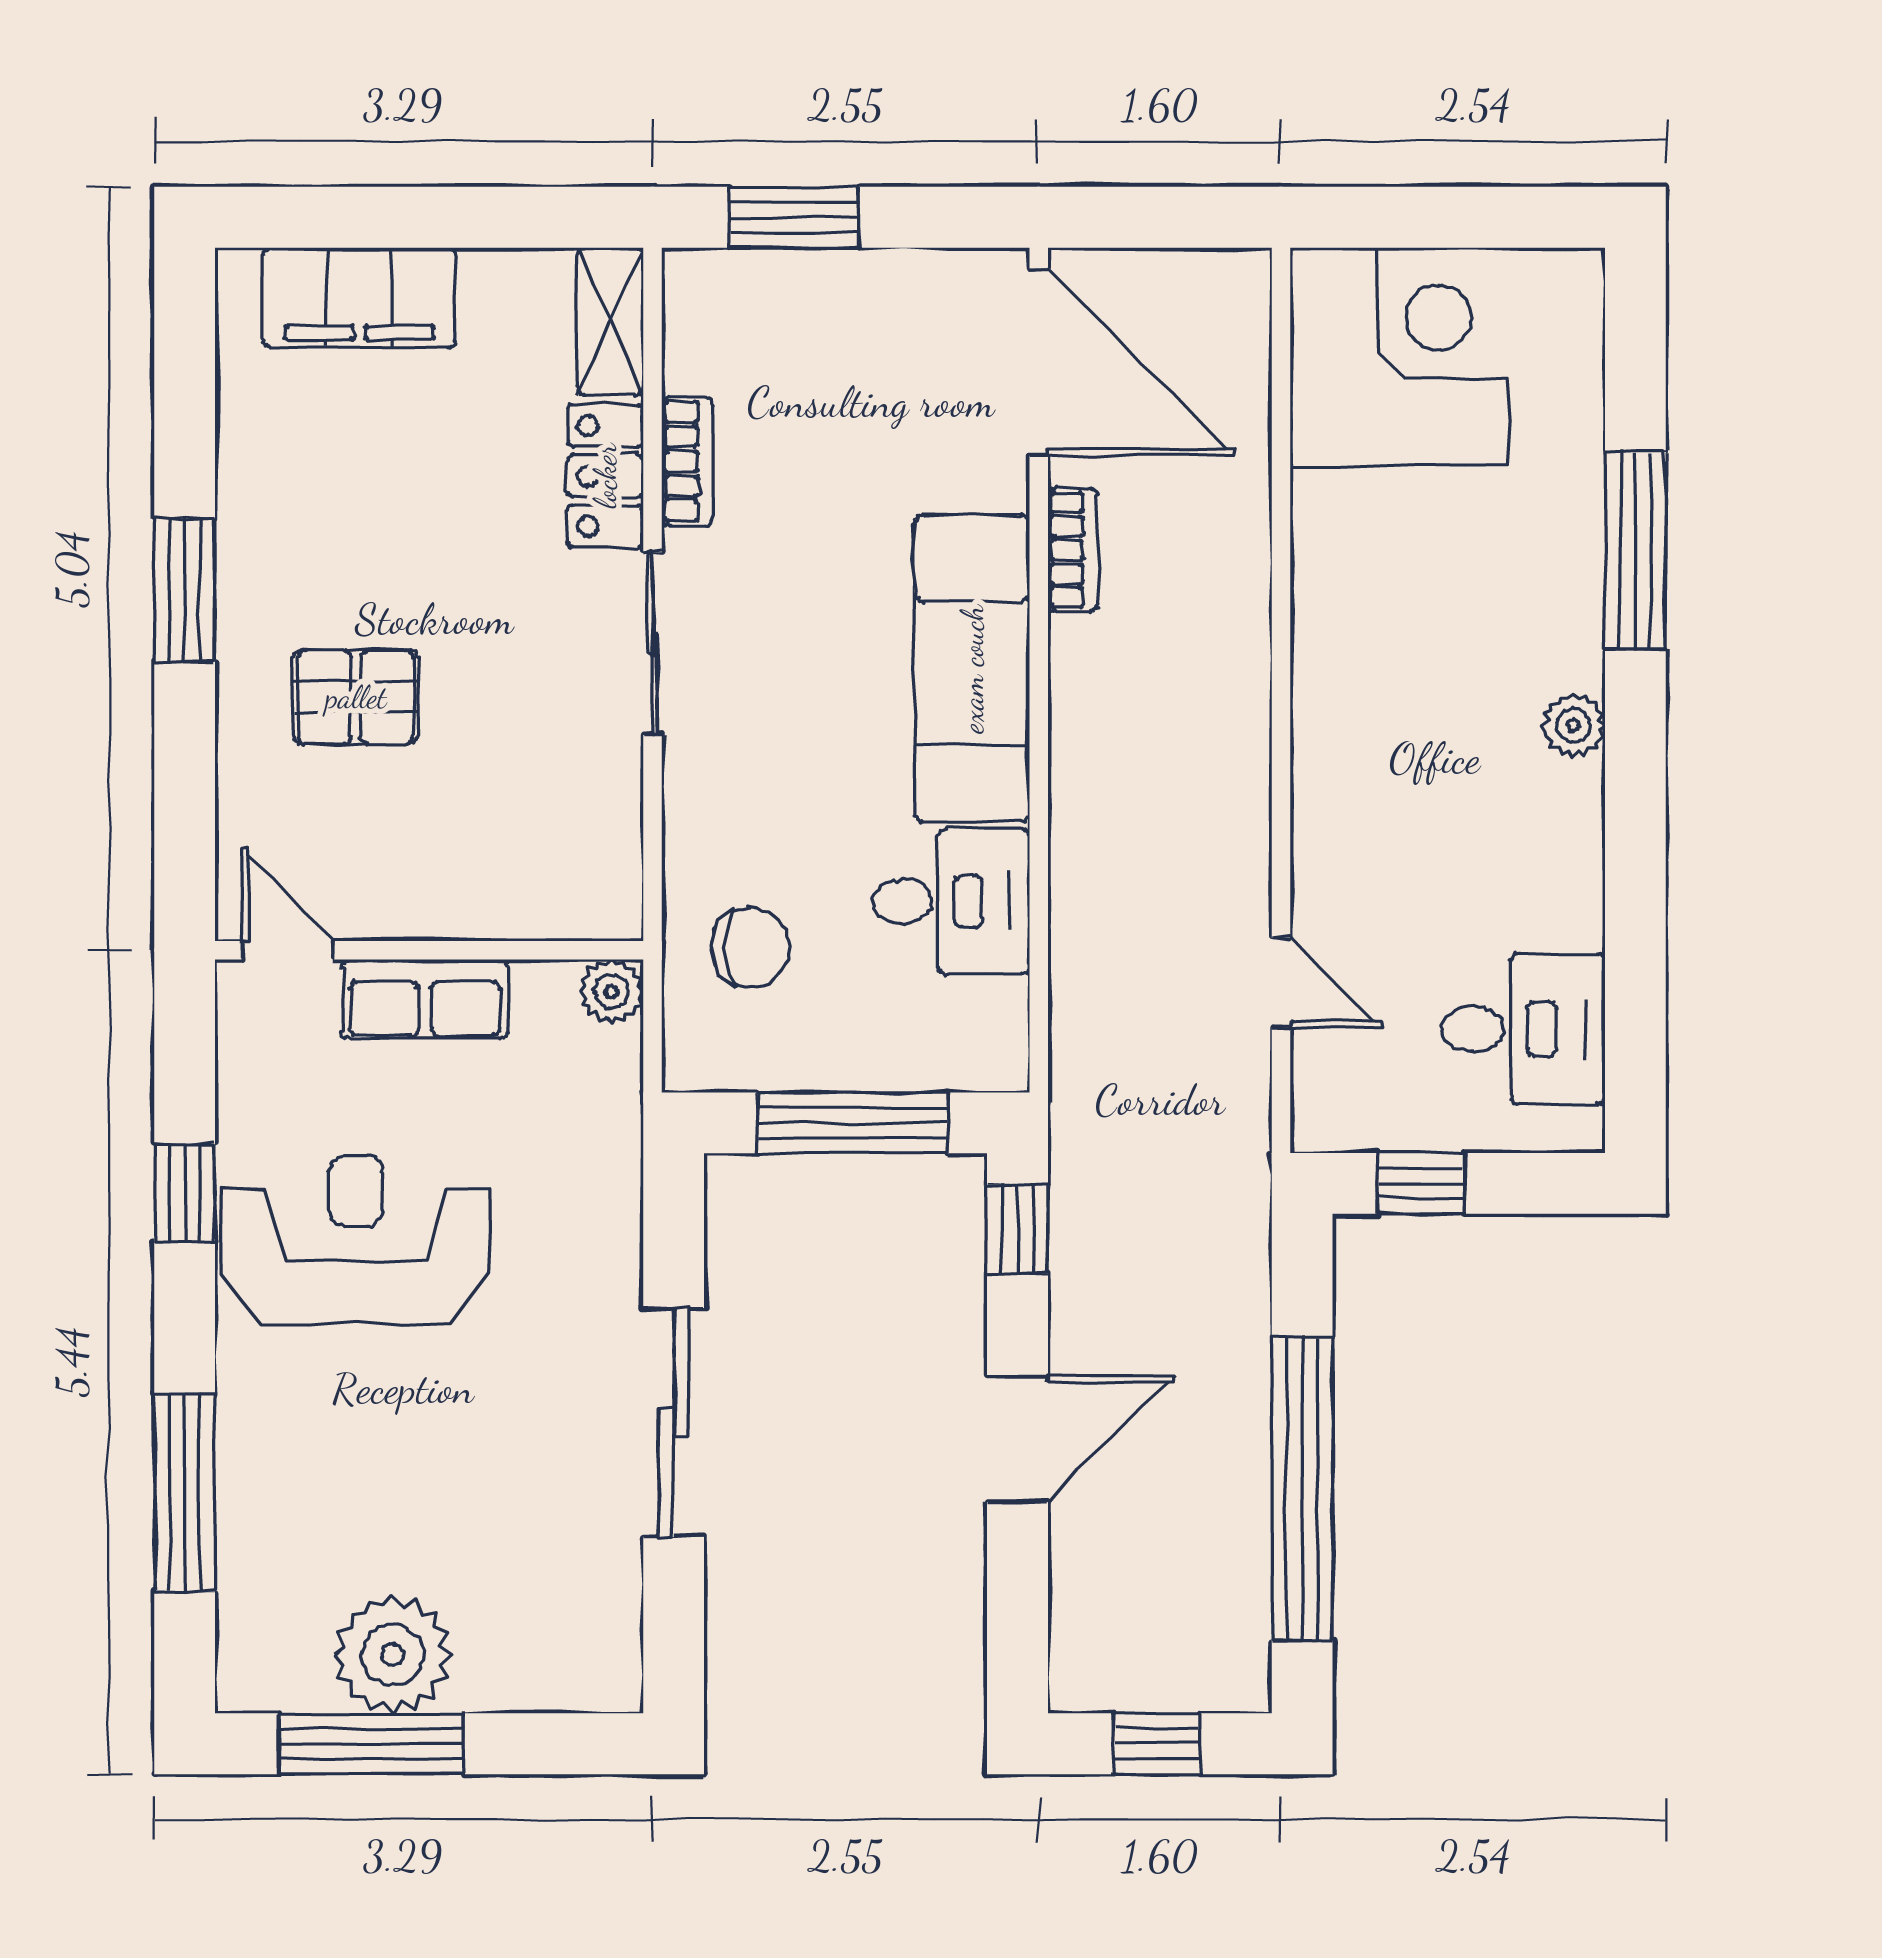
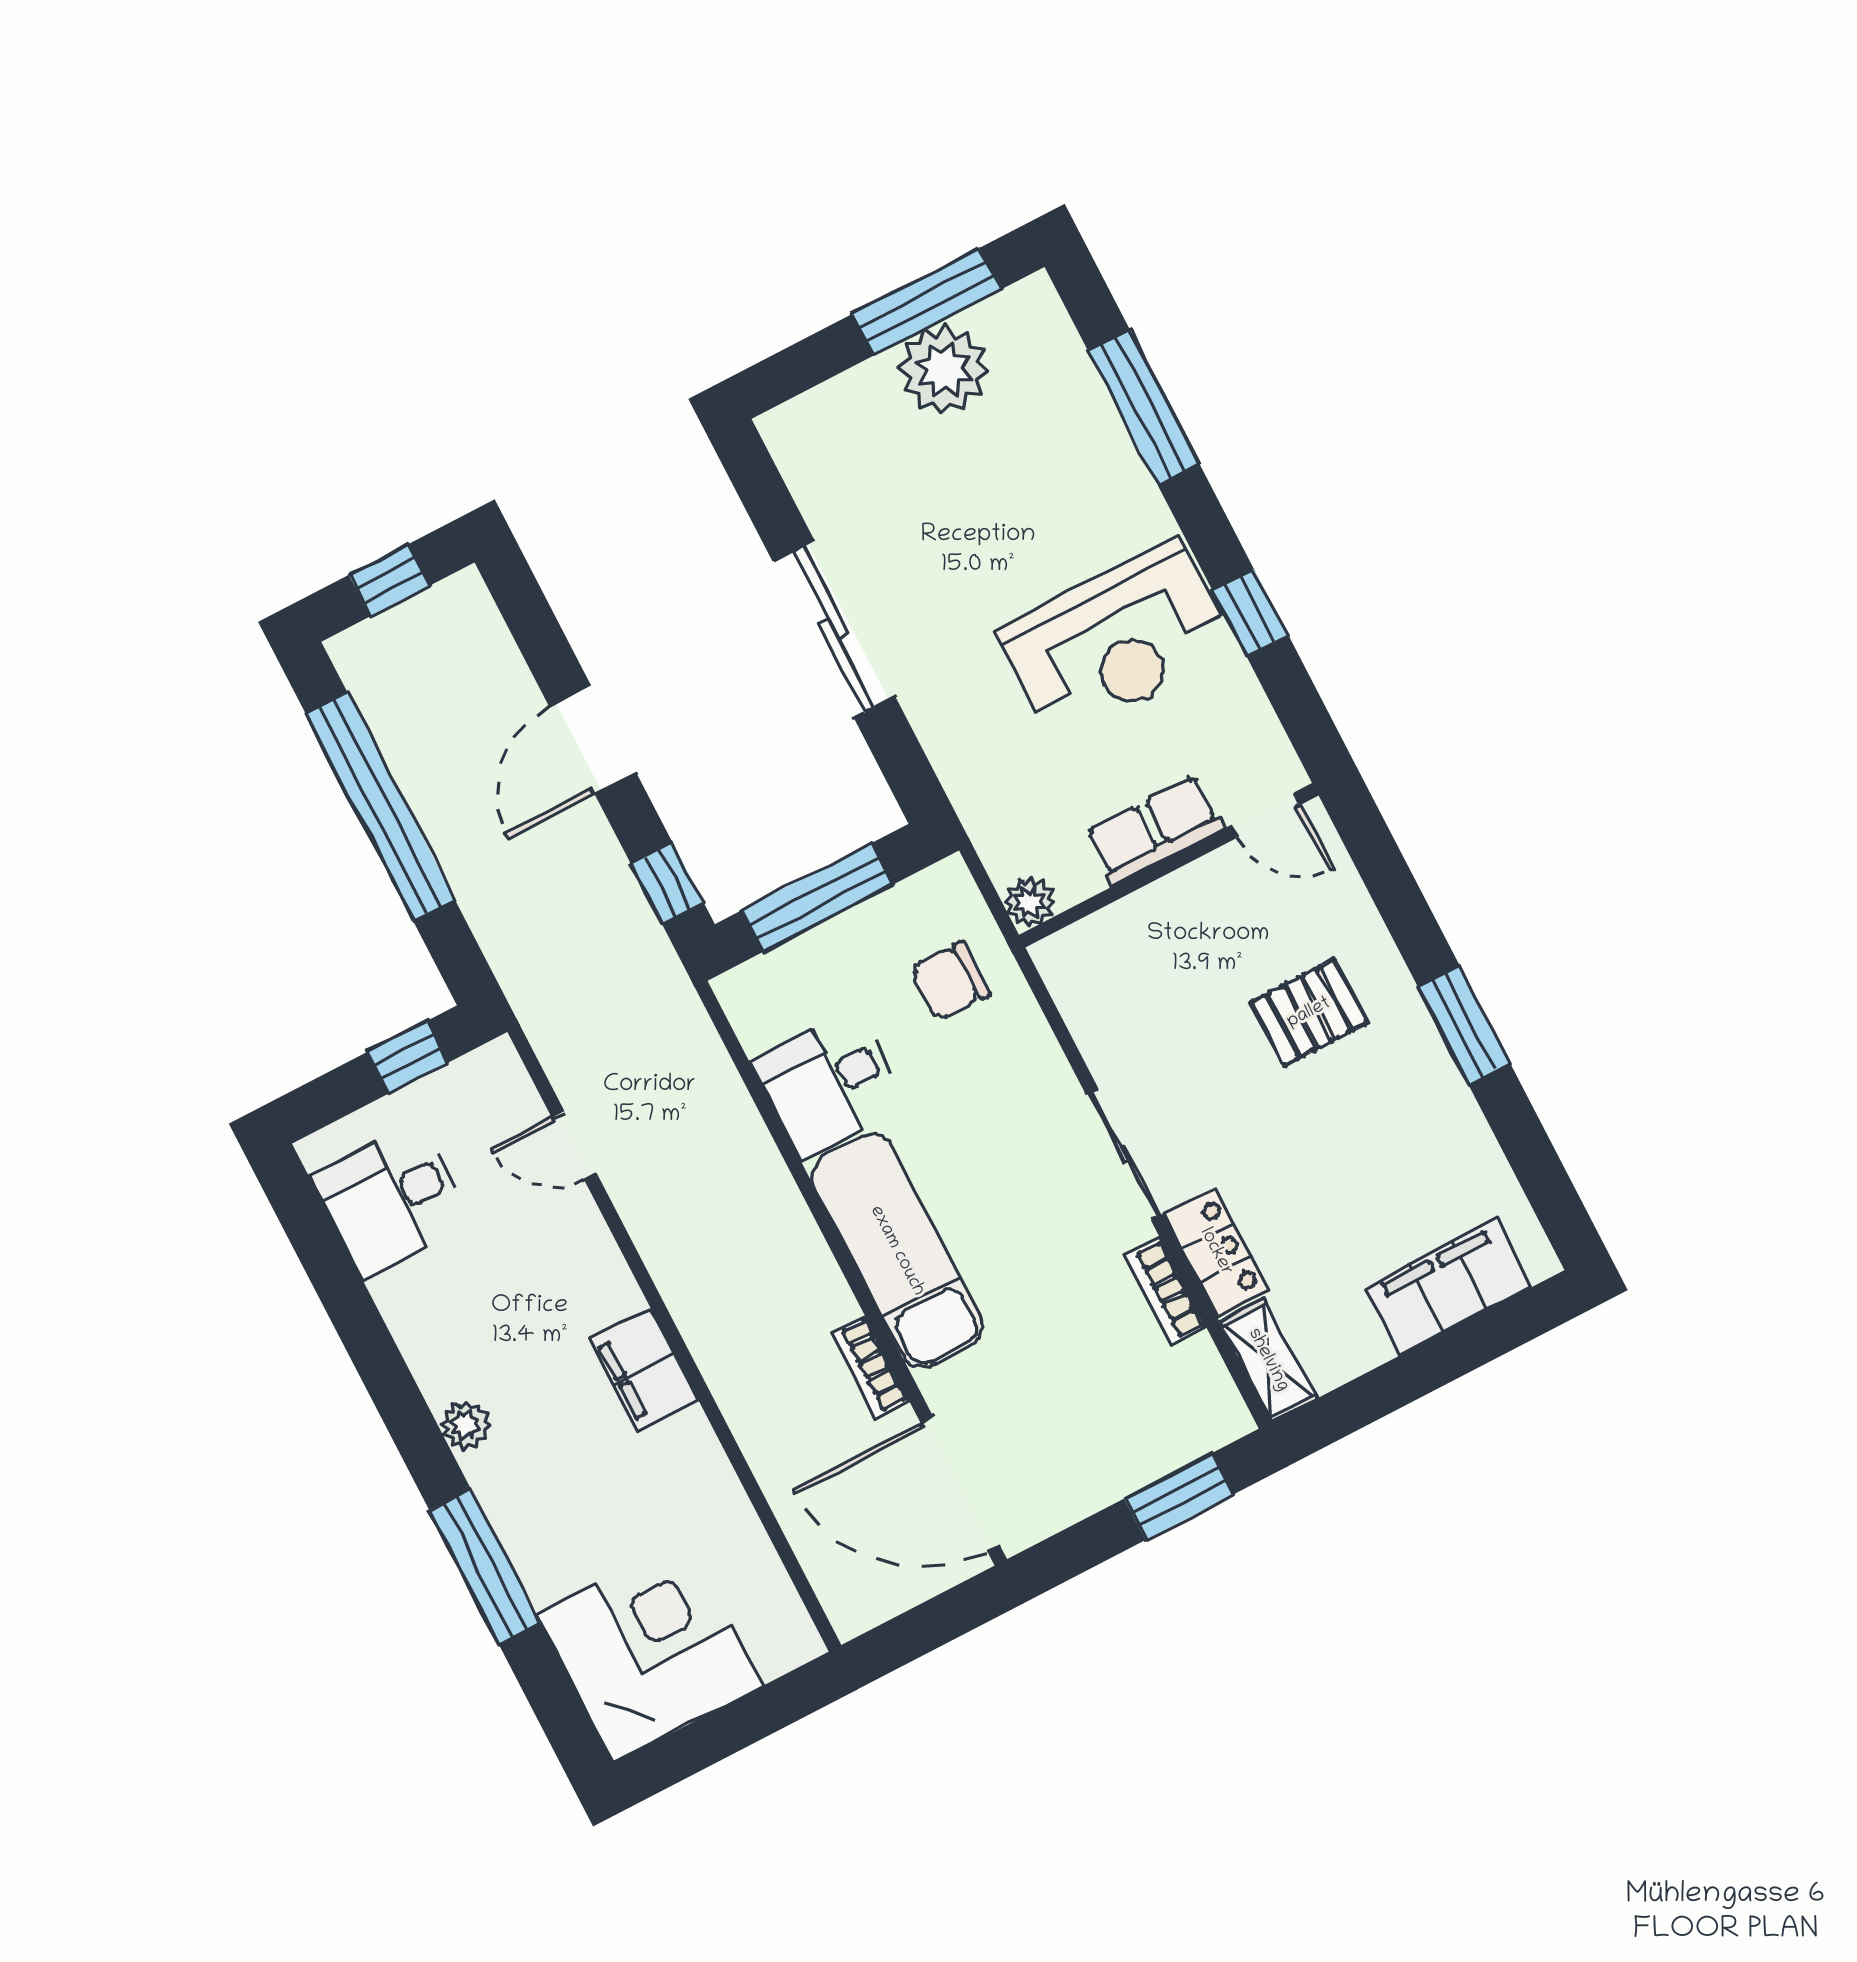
corner desk: (1399, 357) -> (649, 1650), moved, turned 180
filing cabinet: (1335, 683) -> (644, 1369), added

